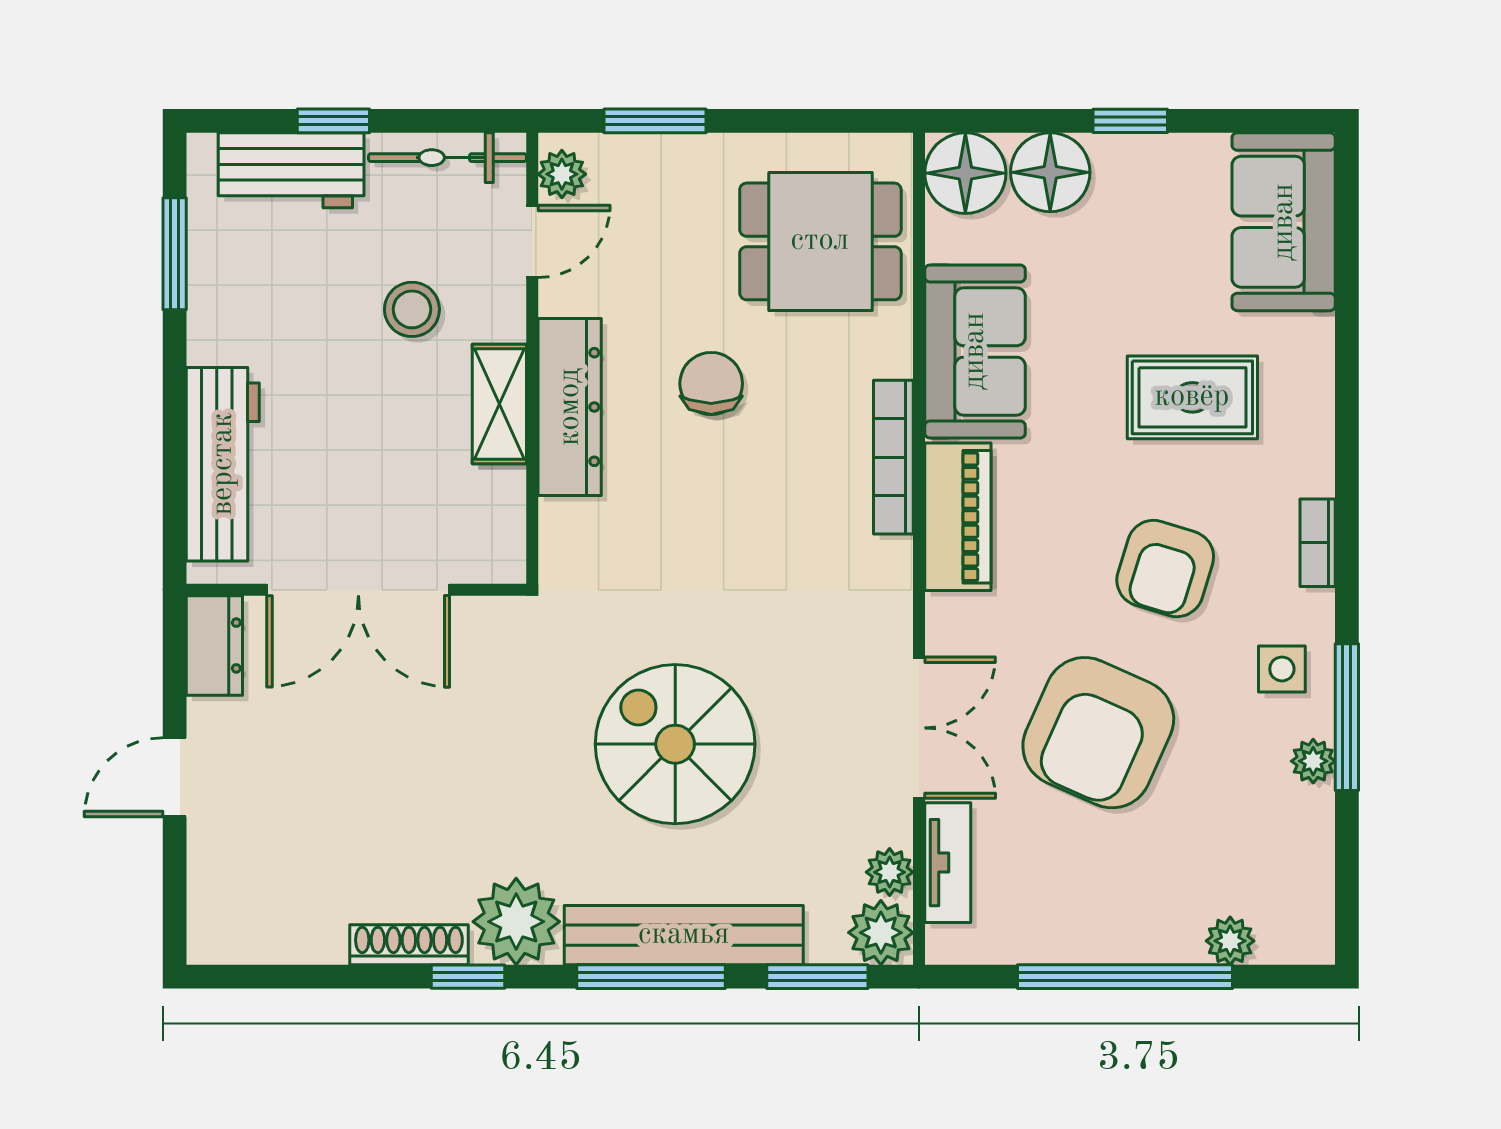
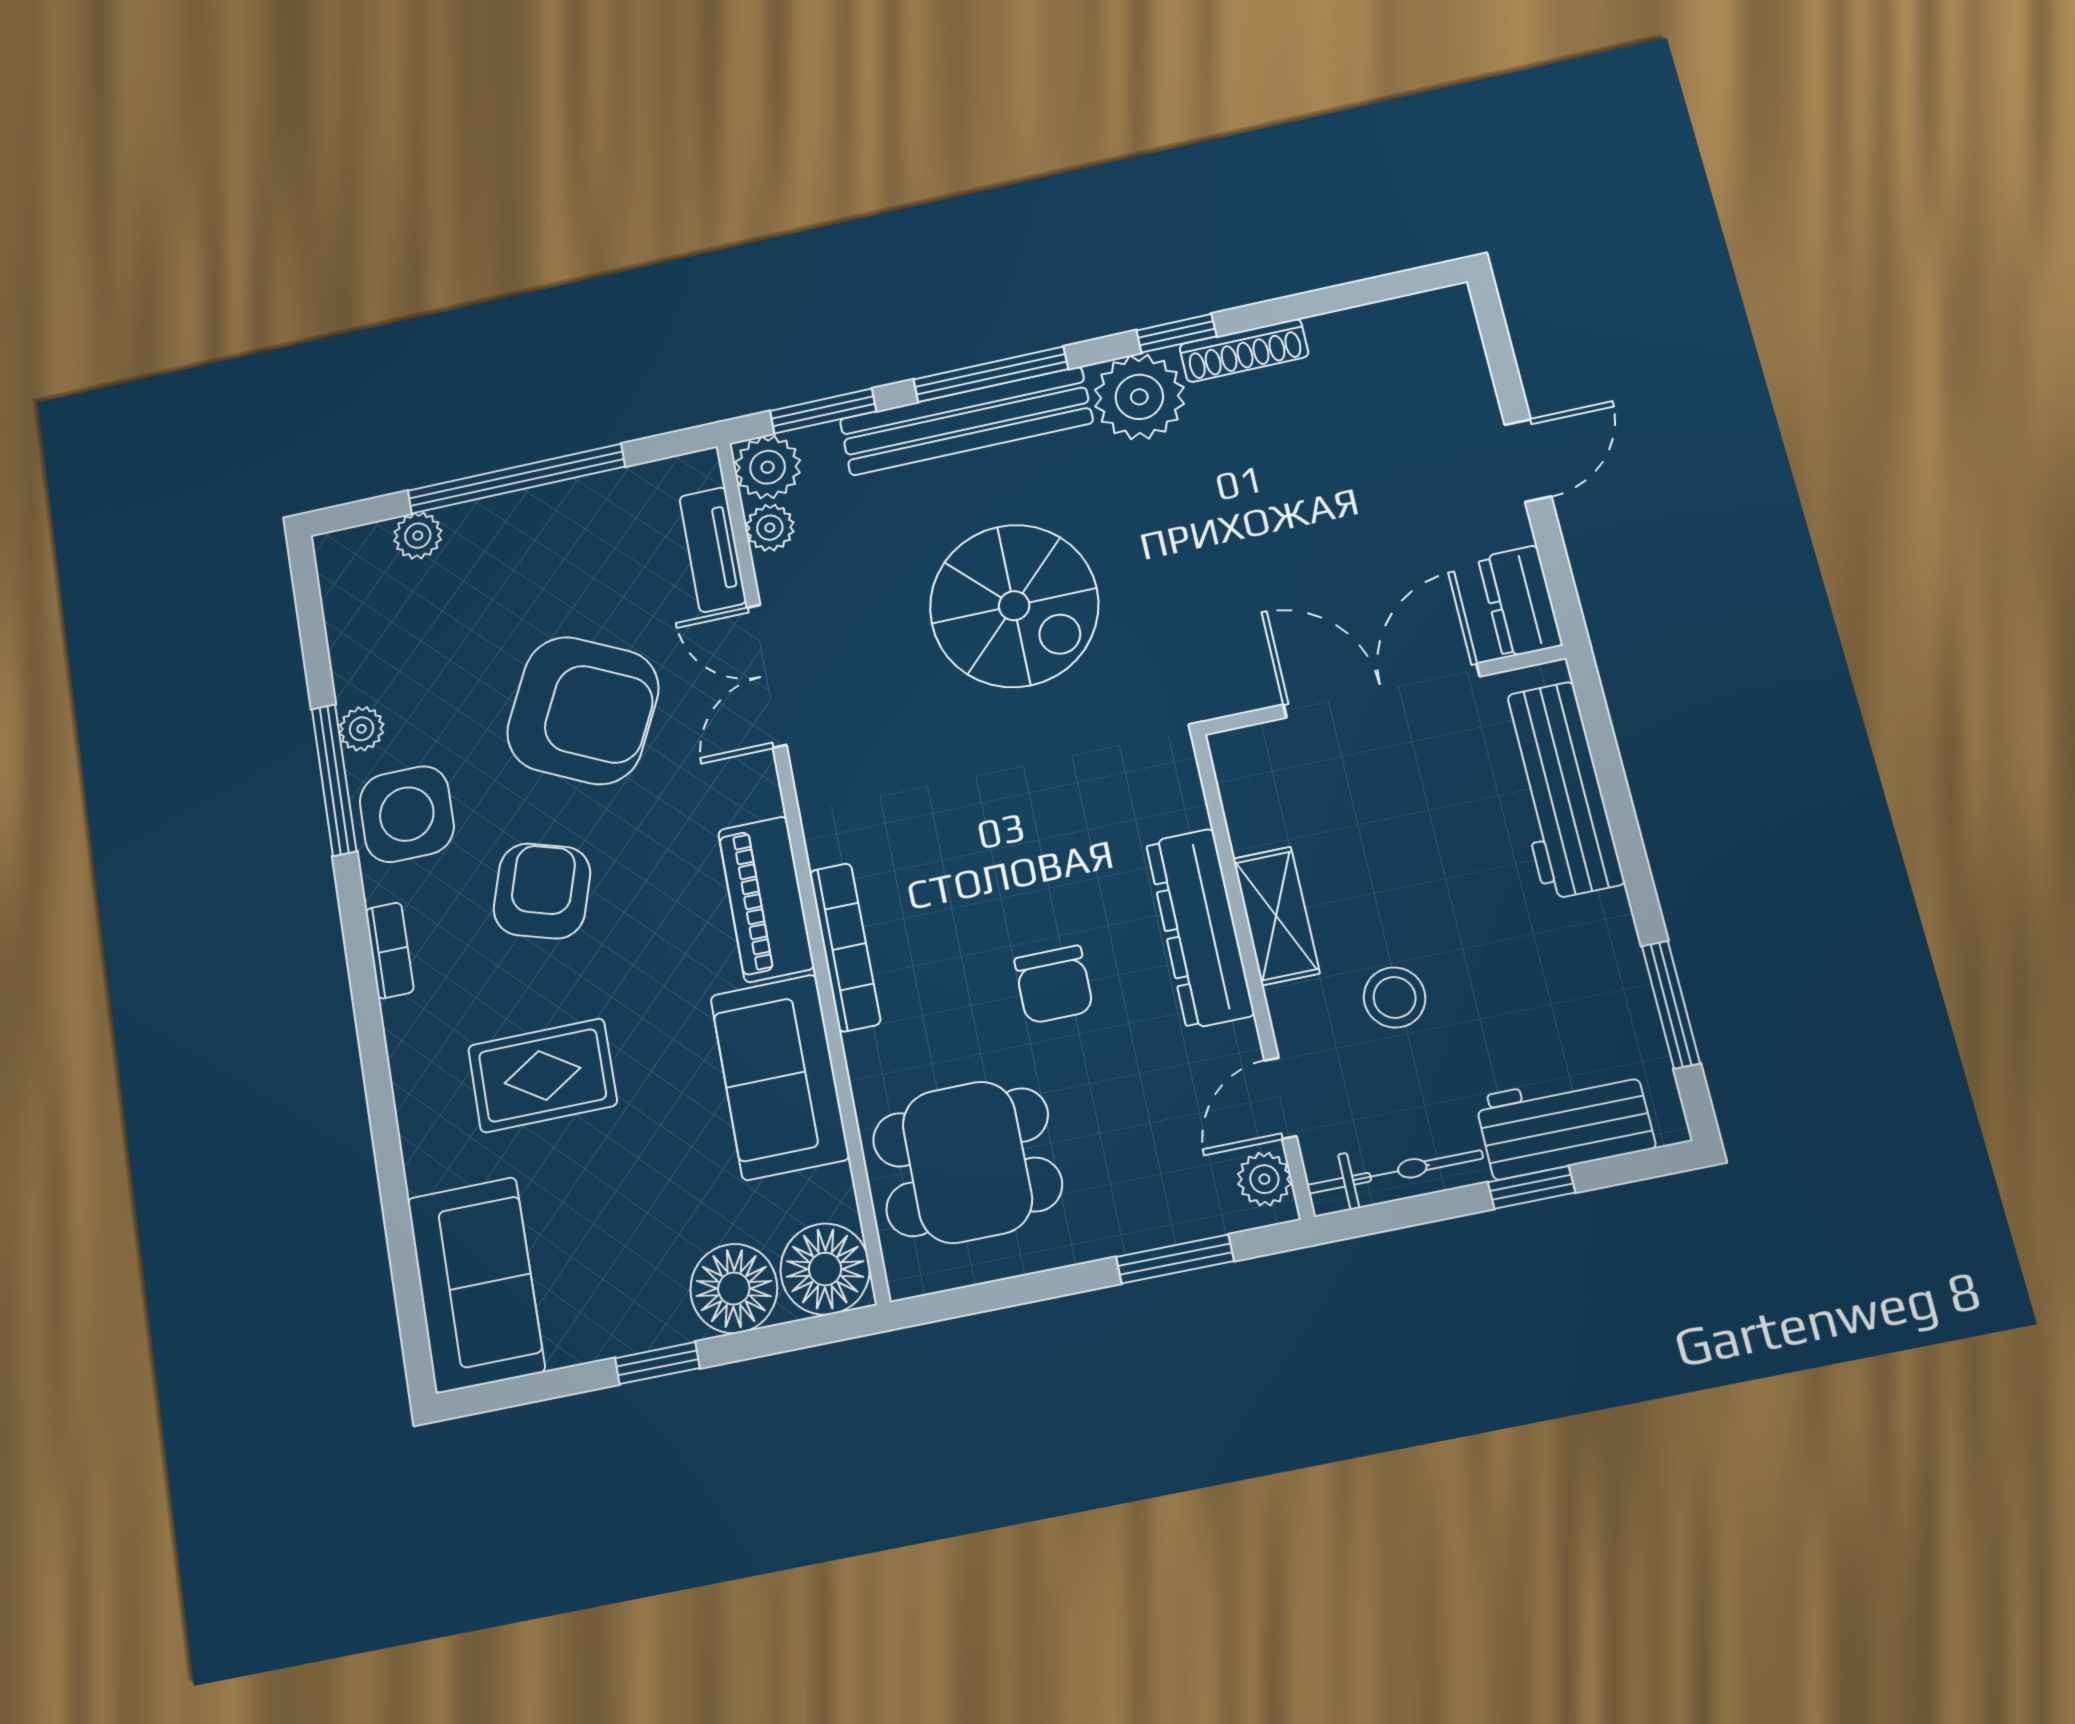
side table: (1282, 669) -> (407, 814), width x1.87, depth x1.87
armchair: (1098, 733) -> (583, 710), turned 92

